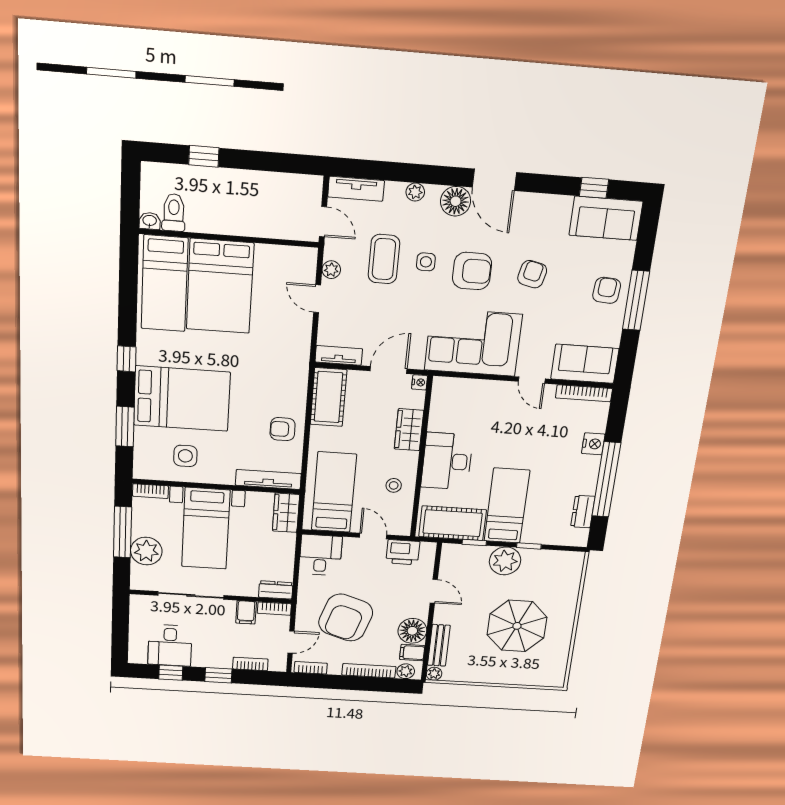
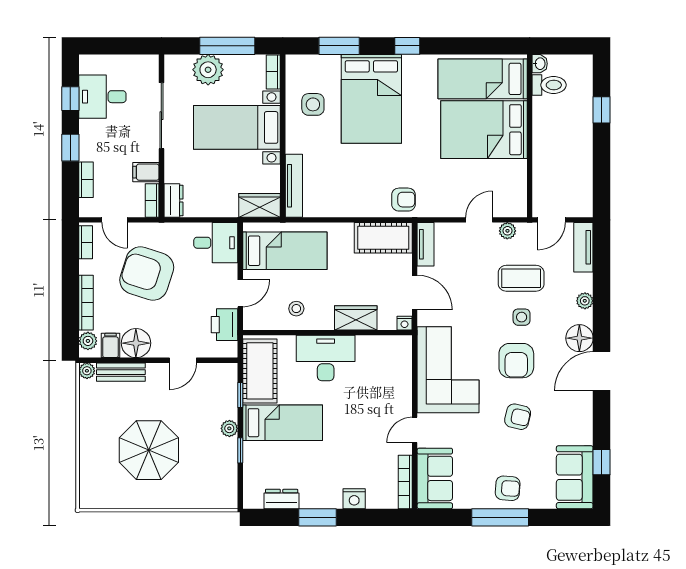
armchair: (283, 429) -> (404, 200), moved, turned 90
window: (606, 480) -> (318, 517), width x0.47
plant: (505, 561) -> (229, 428), width x0.53, depth x0.53

